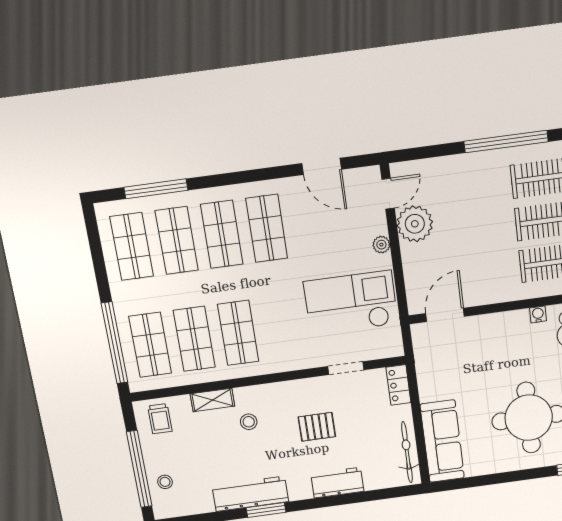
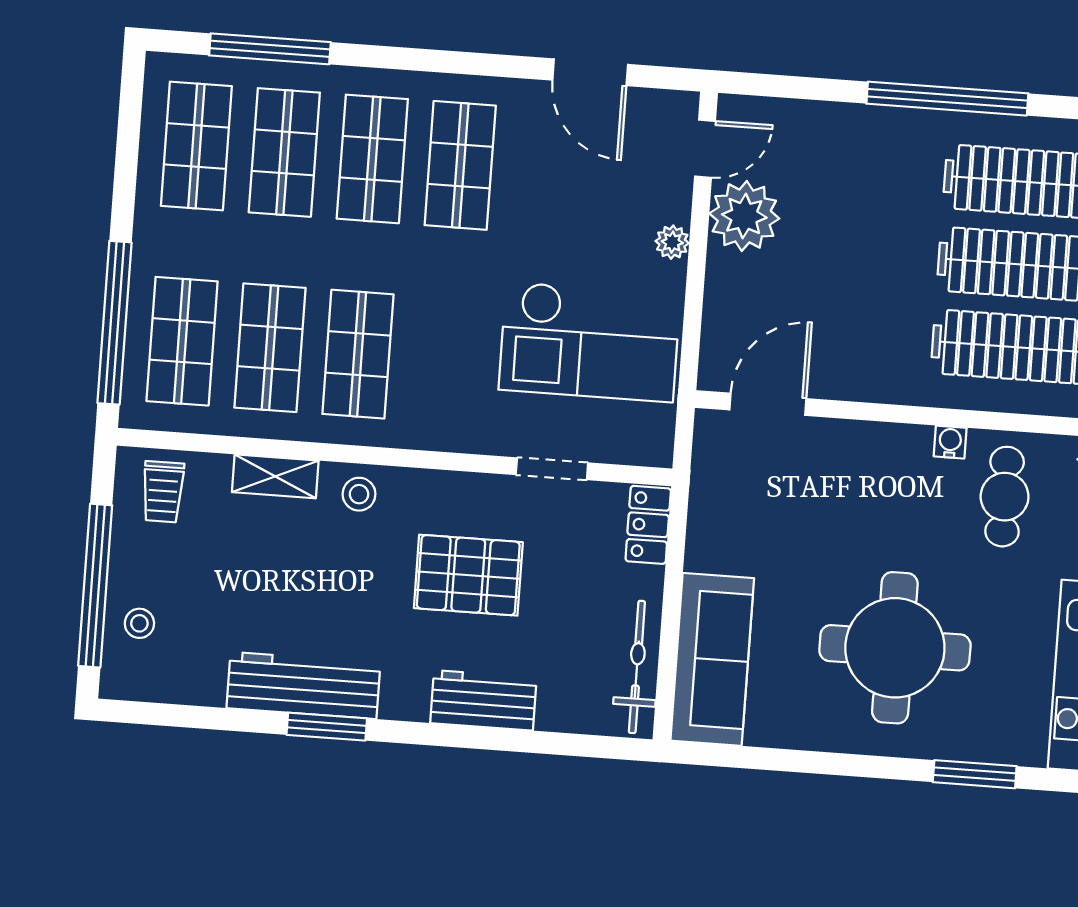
checkout: (351, 303) -> (590, 342), turned 180
stool: (249, 422) -> (359, 494), moved
pallet: (317, 427) -> (468, 575), width x1.50, depth x1.42

